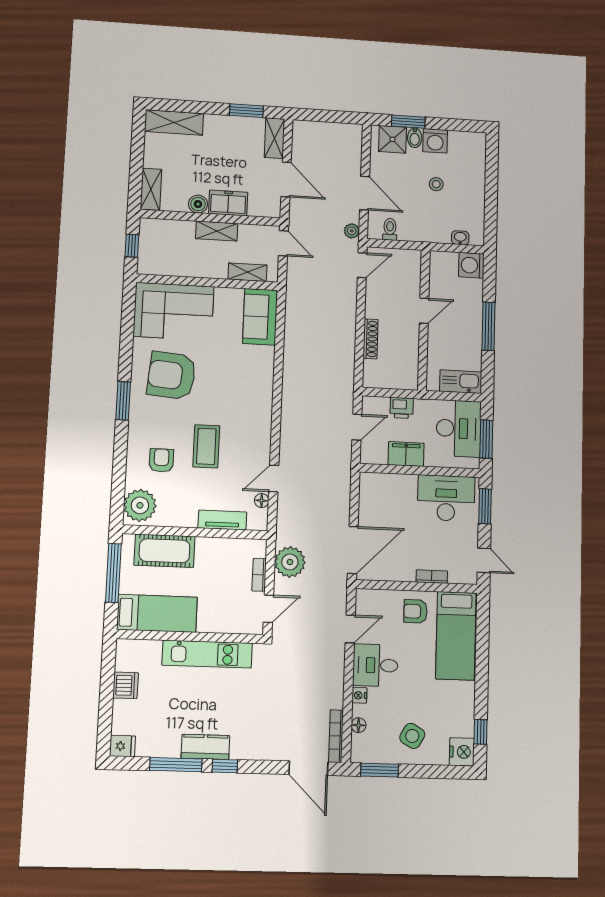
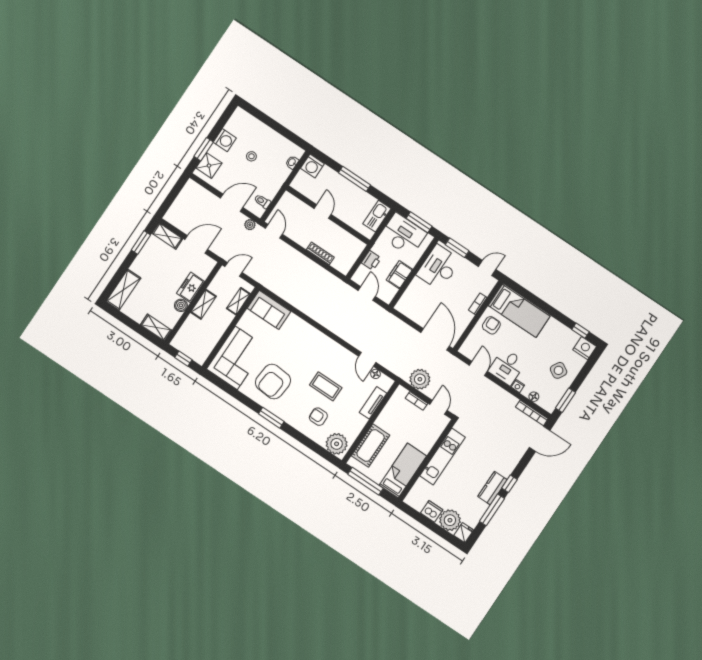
bidet: (415, 138) -> (216, 151), removed
armchair: (415, 611) -> (491, 325), turned 180
plant: (128, 717) -> (450, 520), added

